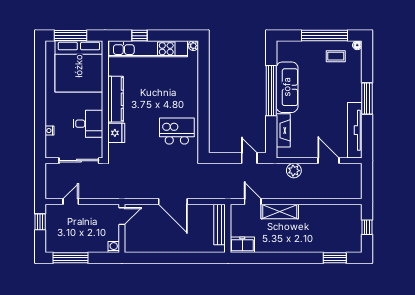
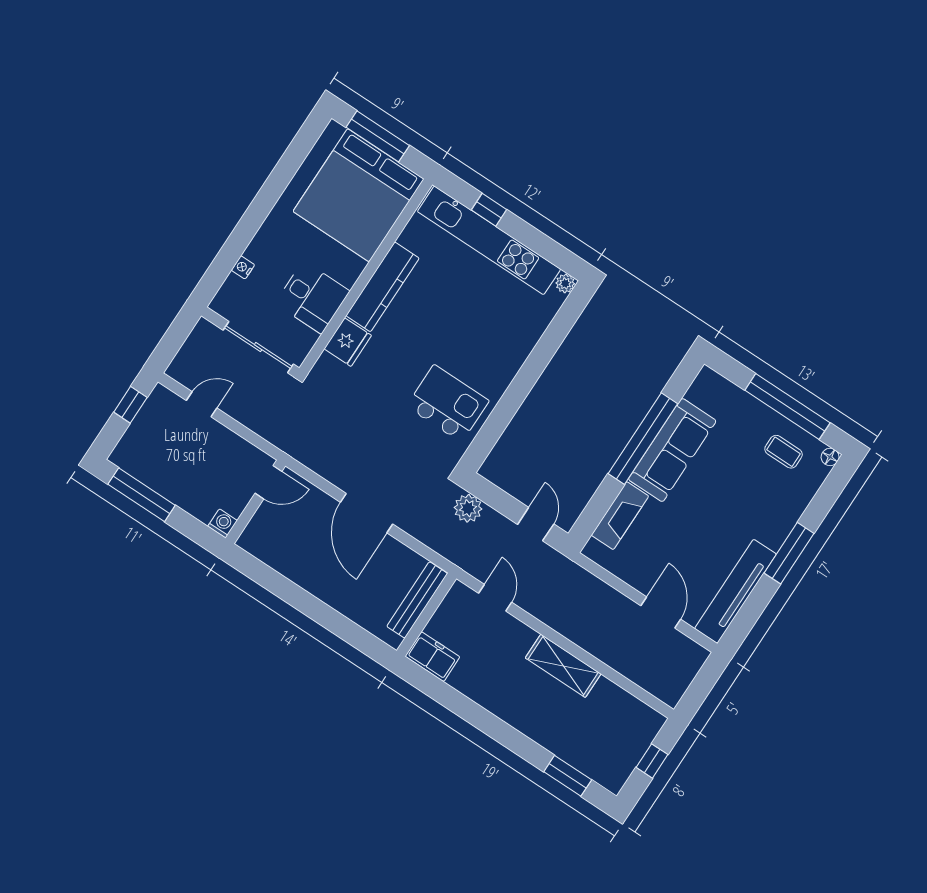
plant: (294, 171) -> (468, 508), moved
shelving: (280, 211) -> (563, 666), moved

